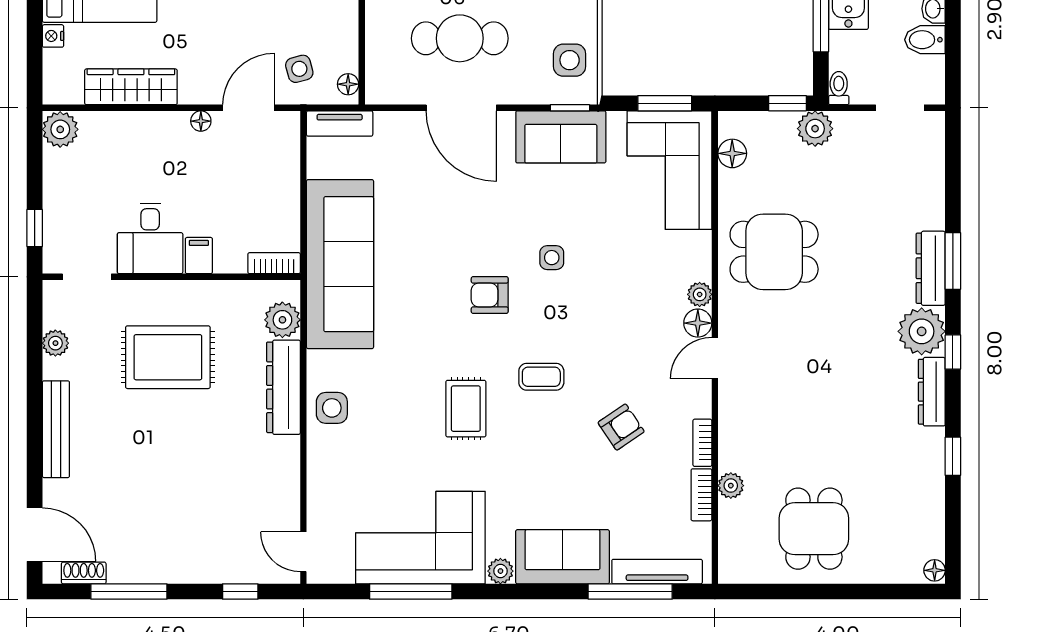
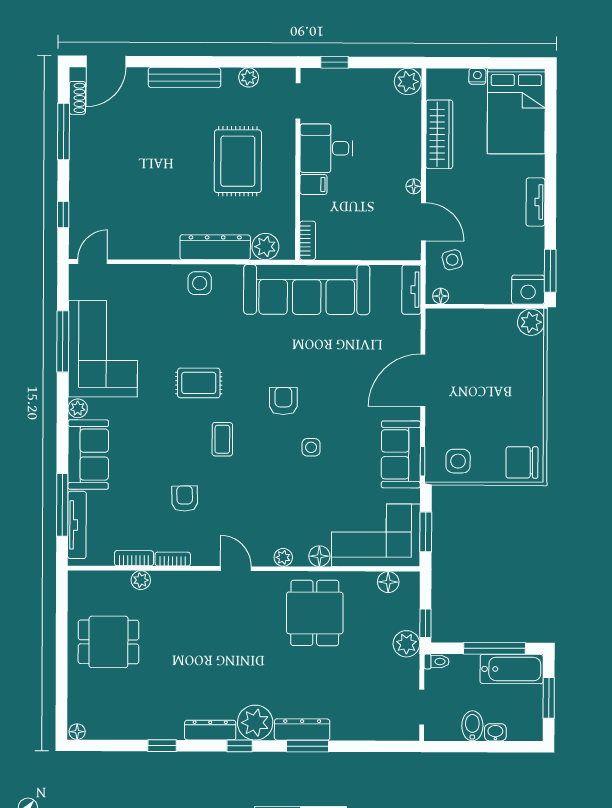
cafe table: (460, 38) -> (475, 379), removed
floor lamp: (698, 323) -> (319, 556), moved
armchair: (621, 427) -> (185, 499), turned -147

